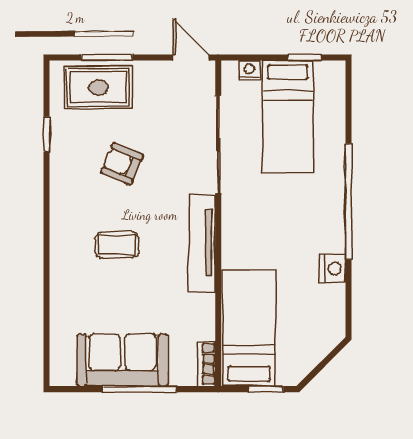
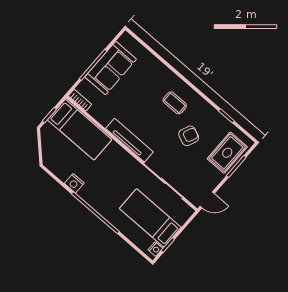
nightstand: (250, 70) -> (155, 249), moved
coffee table: (117, 245) -> (175, 103), moved, turned 90

